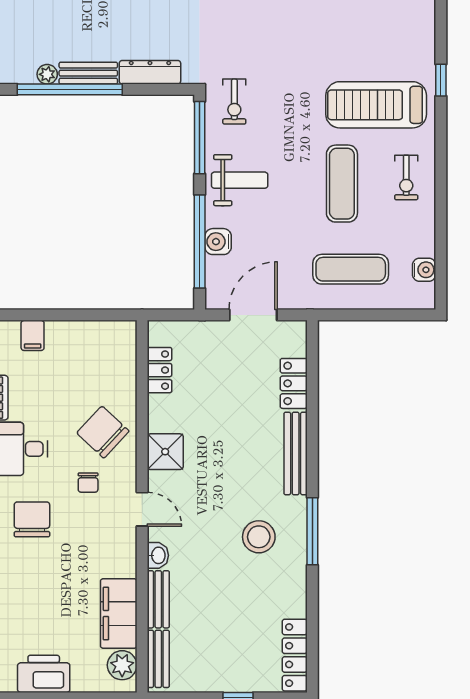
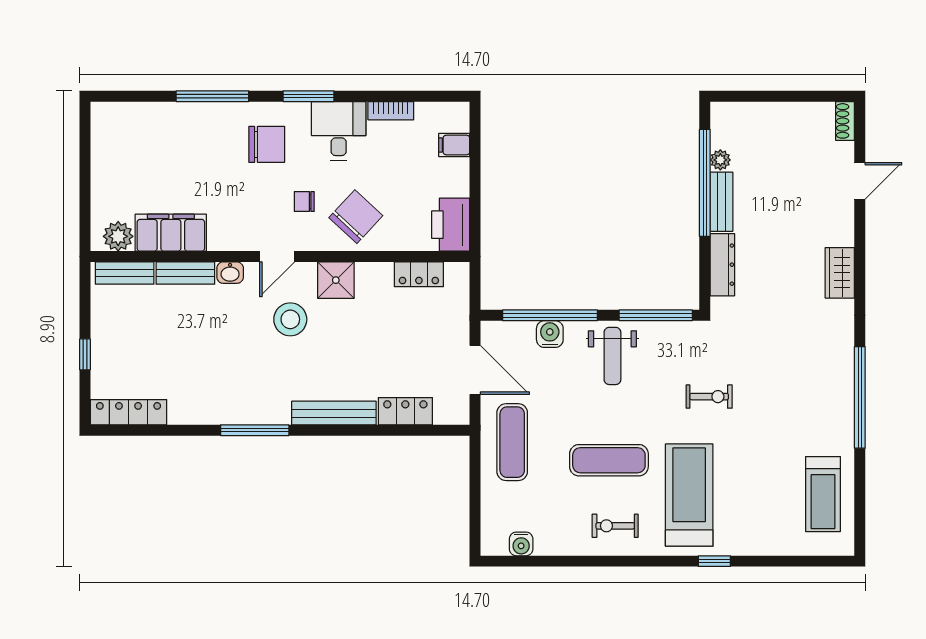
exercise bike: (234, 102) -> (709, 397), moved, turned 180
exercise mat: (351, 269) -> (512, 442), moved
stool: (259, 537) -> (290, 319), moved
printer: (44, 674) -> (451, 225), moved, turned 180

